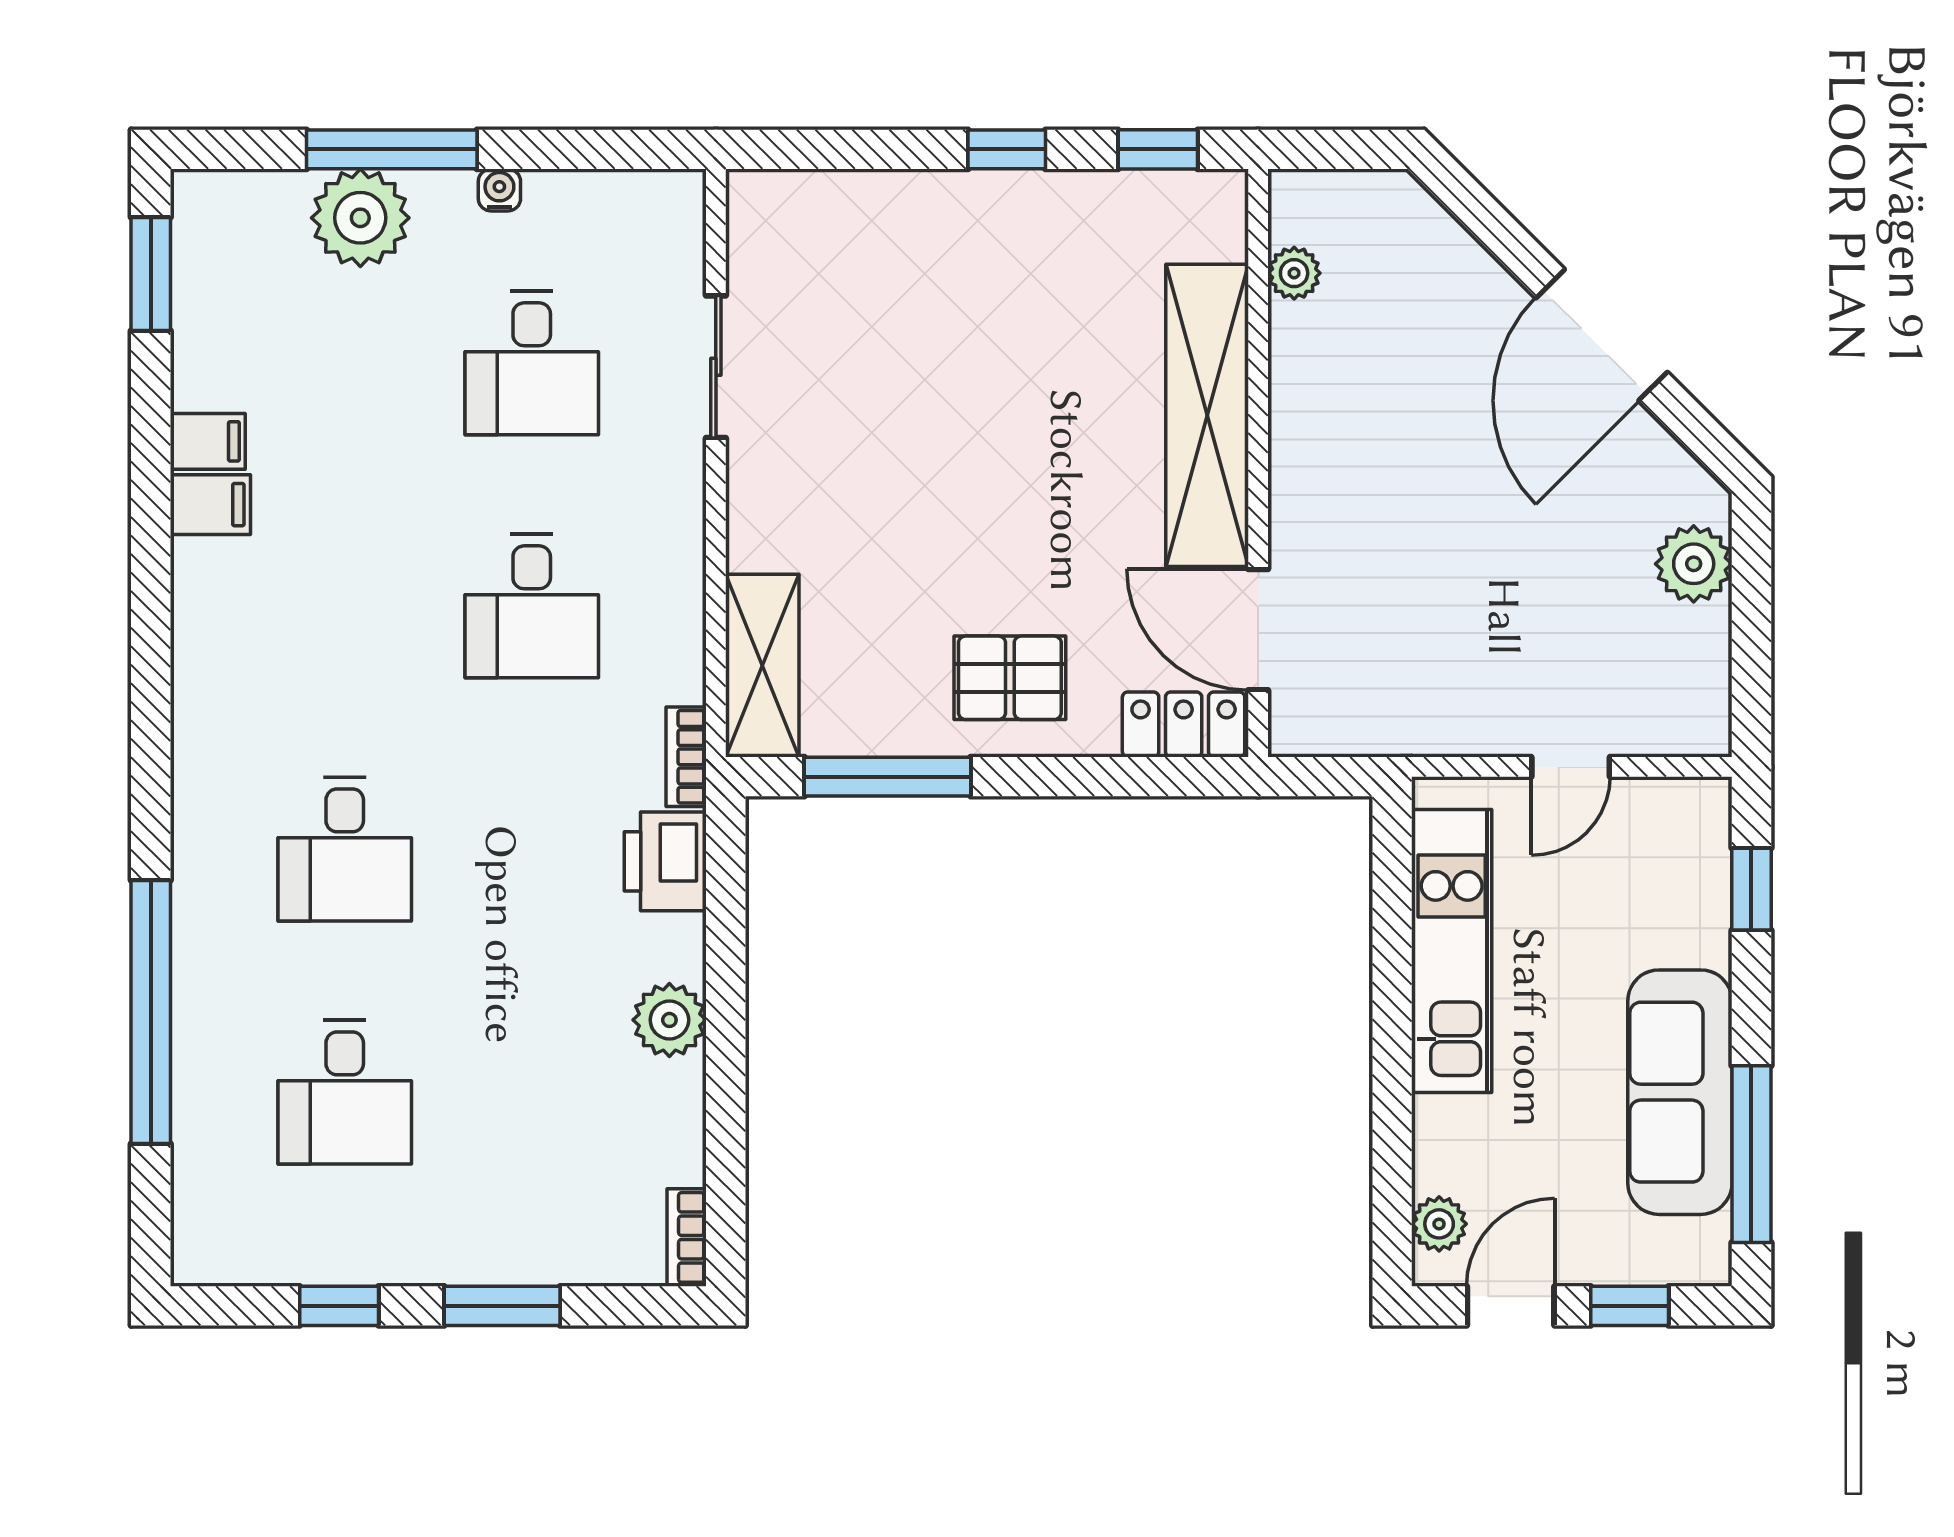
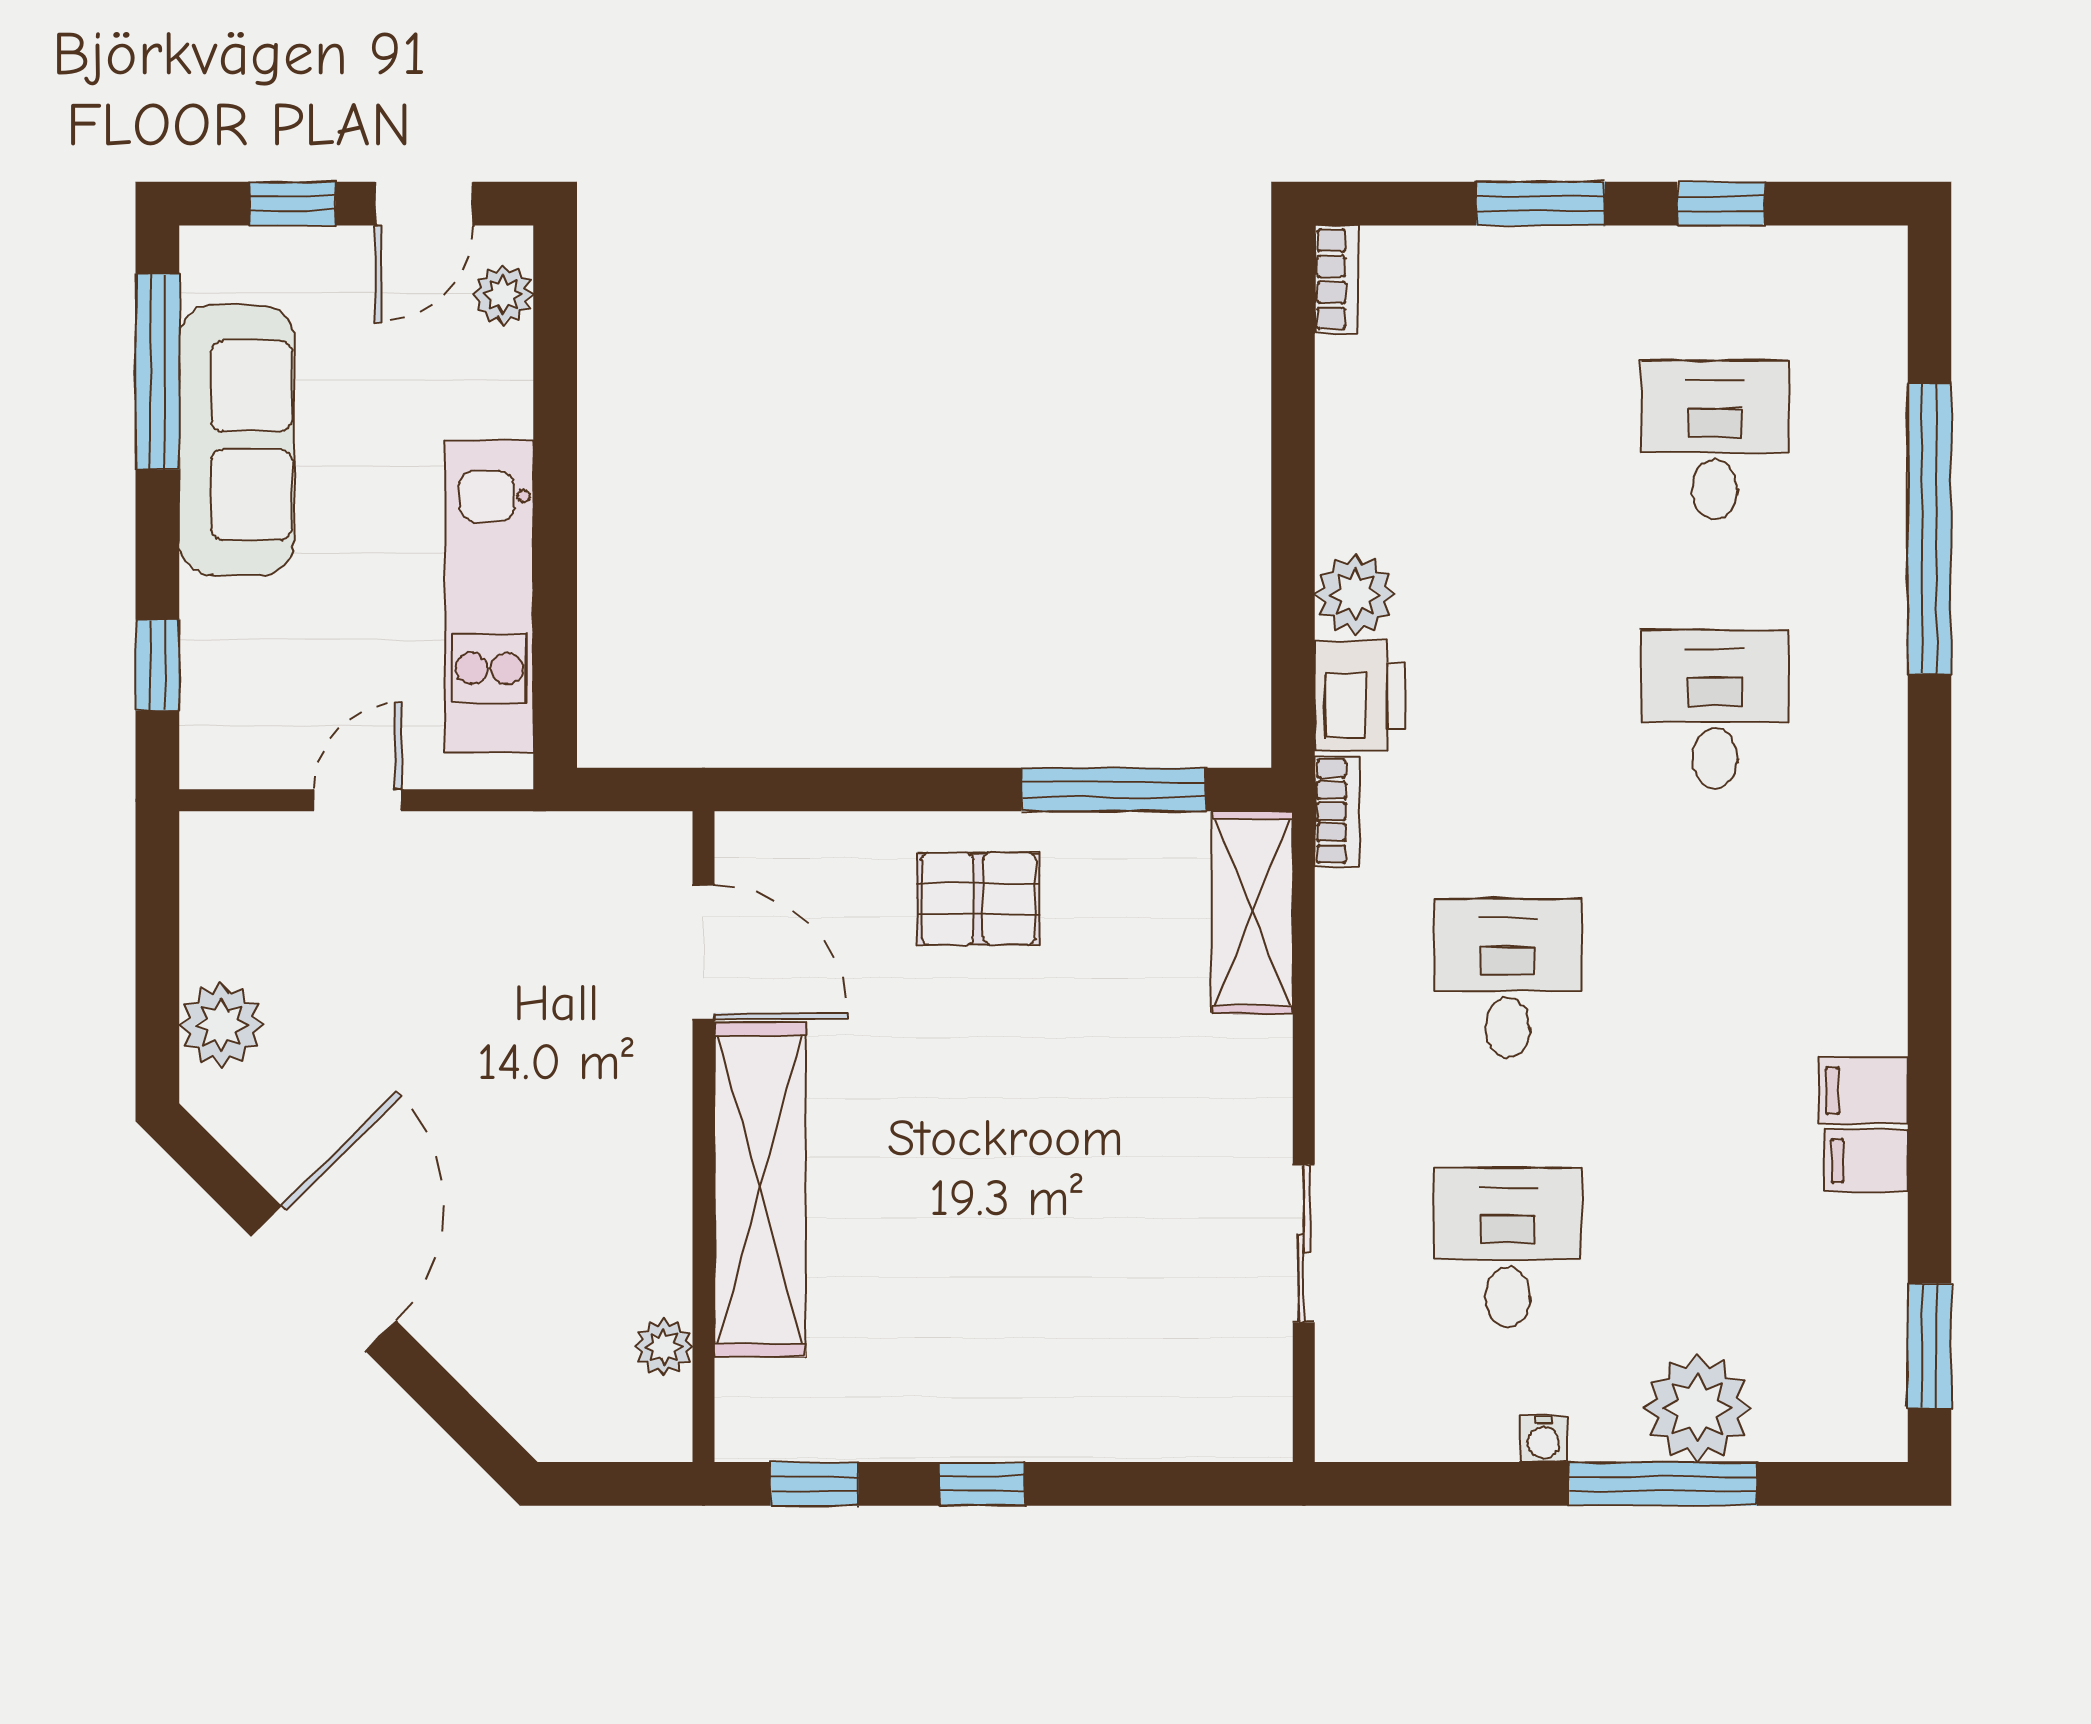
locker: (1184, 724) -> (786, 847), removed
plant: (669, 1020) -> (1355, 594), moved

